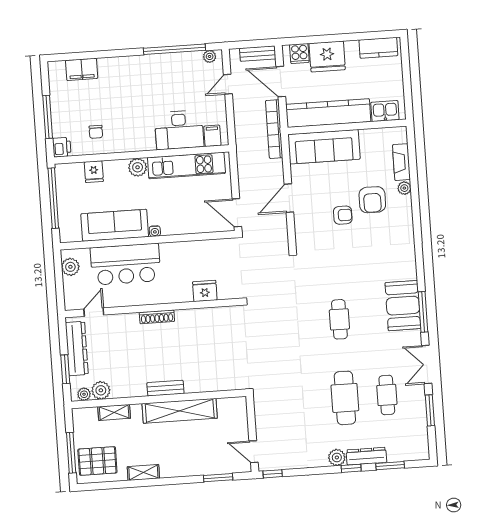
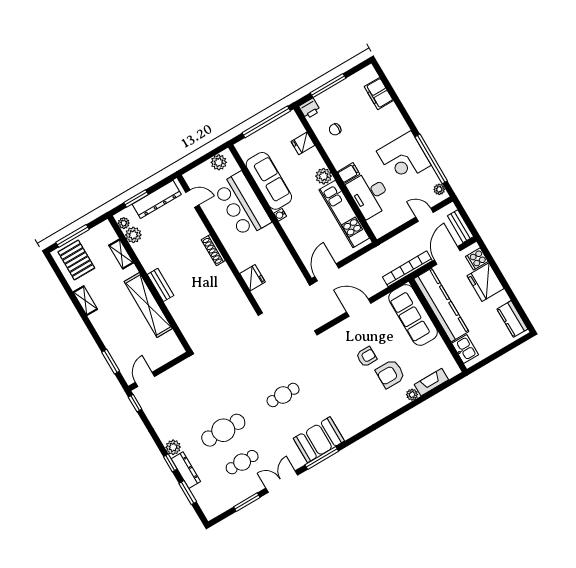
corner desk: (160, 77) -> (404, 158), added
filing cabinet: (212, 136) -> (349, 173), moved
armchair: (343, 215) -> (367, 357), turned -90

